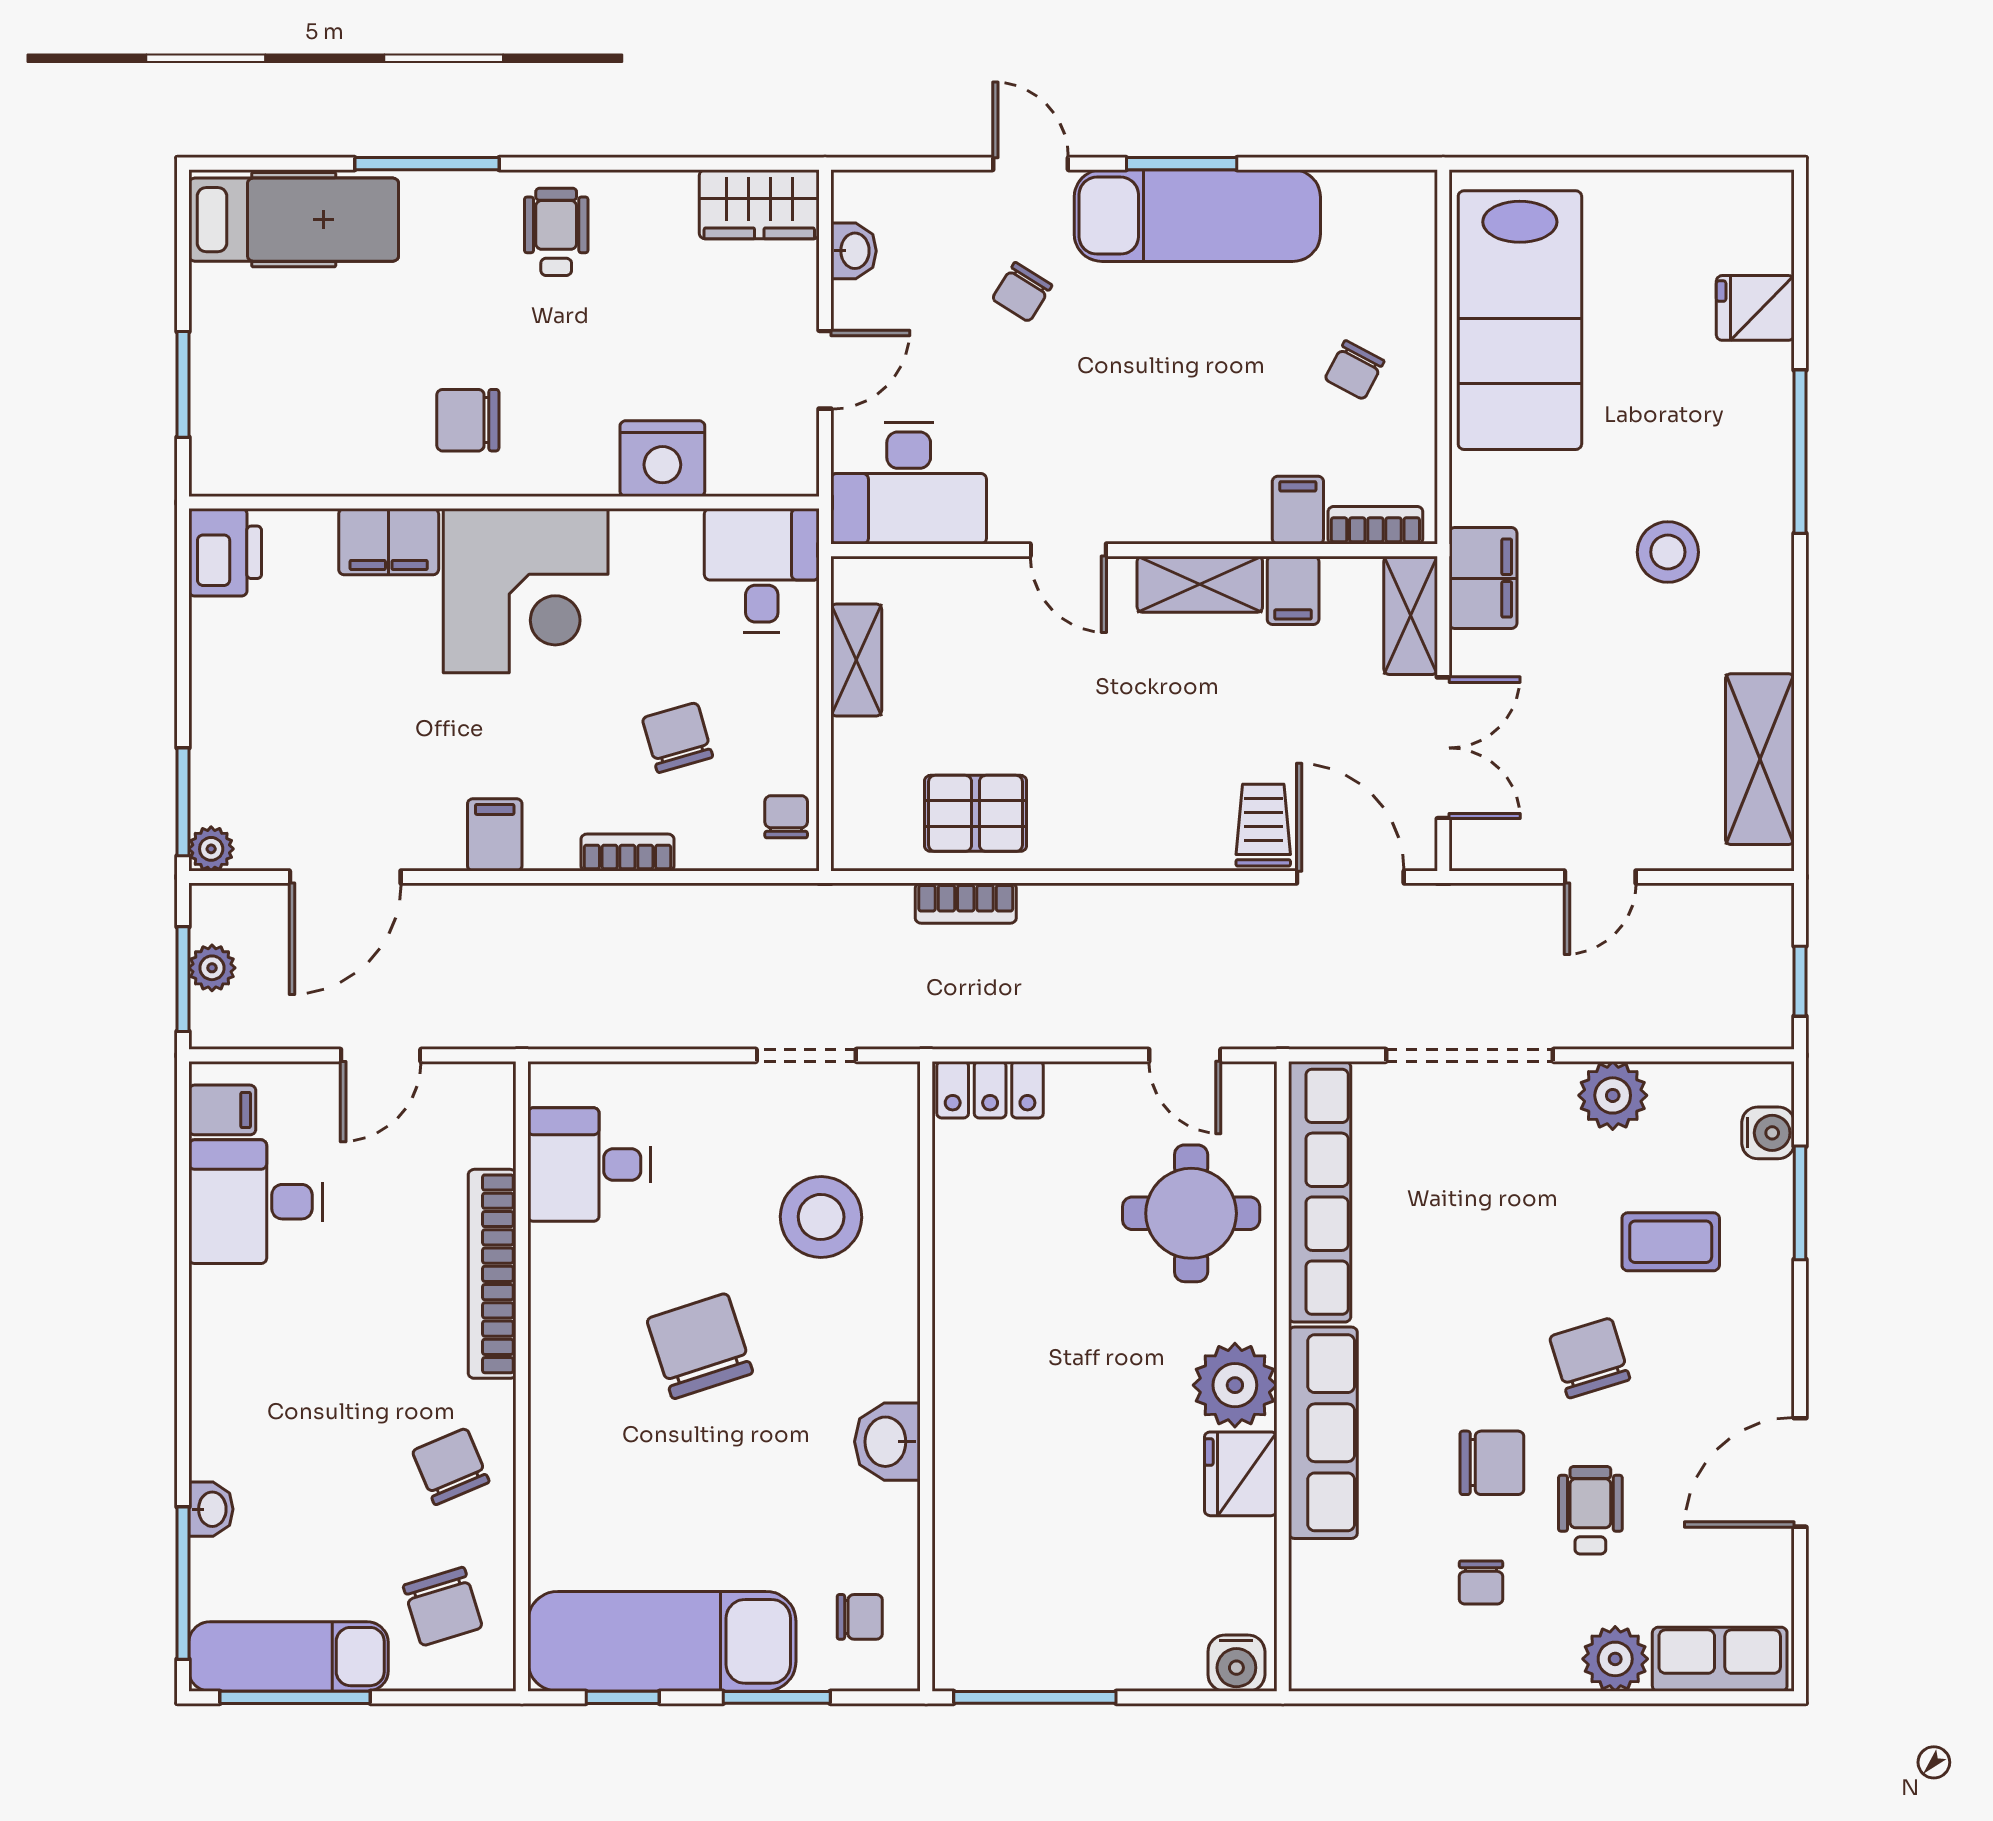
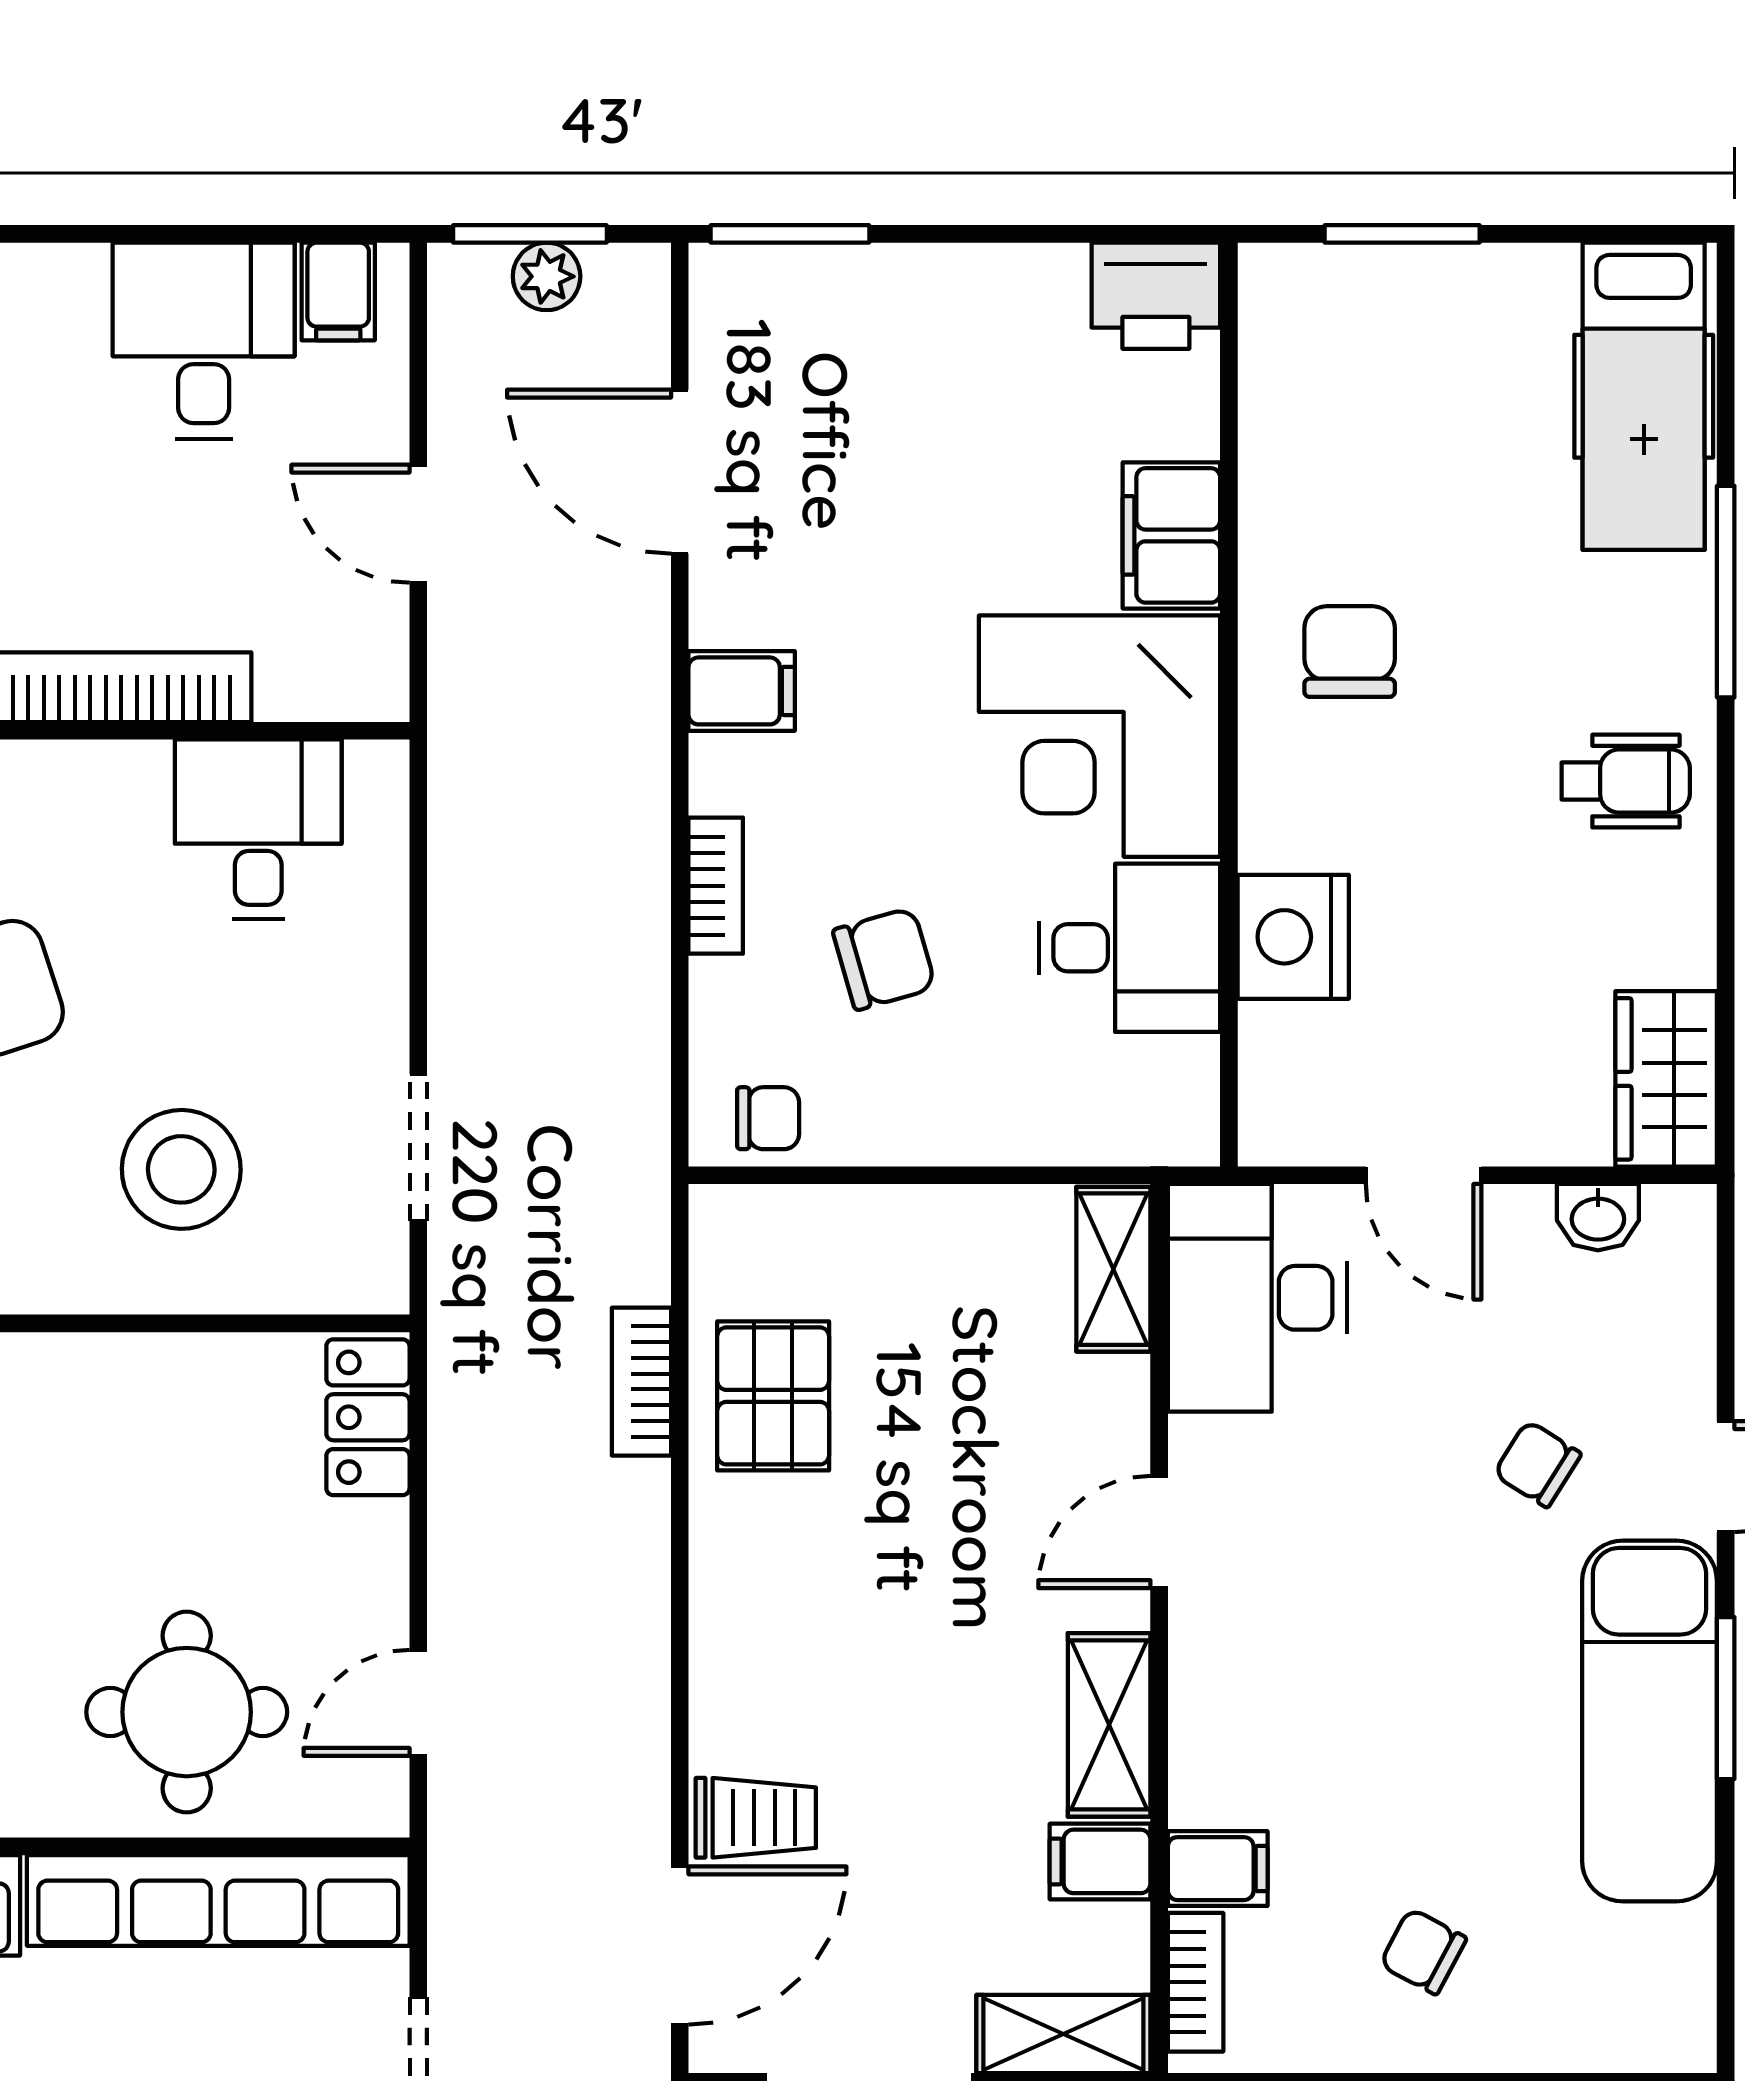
desk: (762, 570) -> (1130, 948), moved
shelving: (856, 660) -> (1113, 1269), moved, turned 90
plant: (211, 849) -> (721, 275), removed

